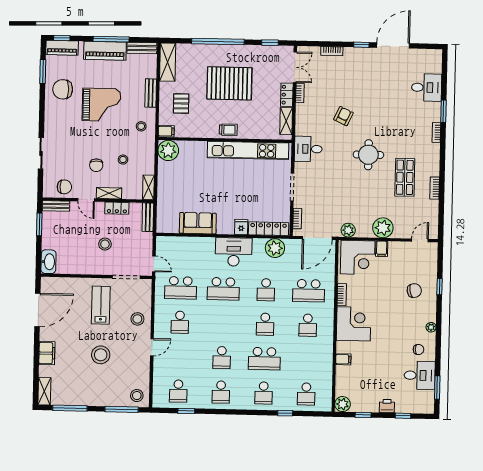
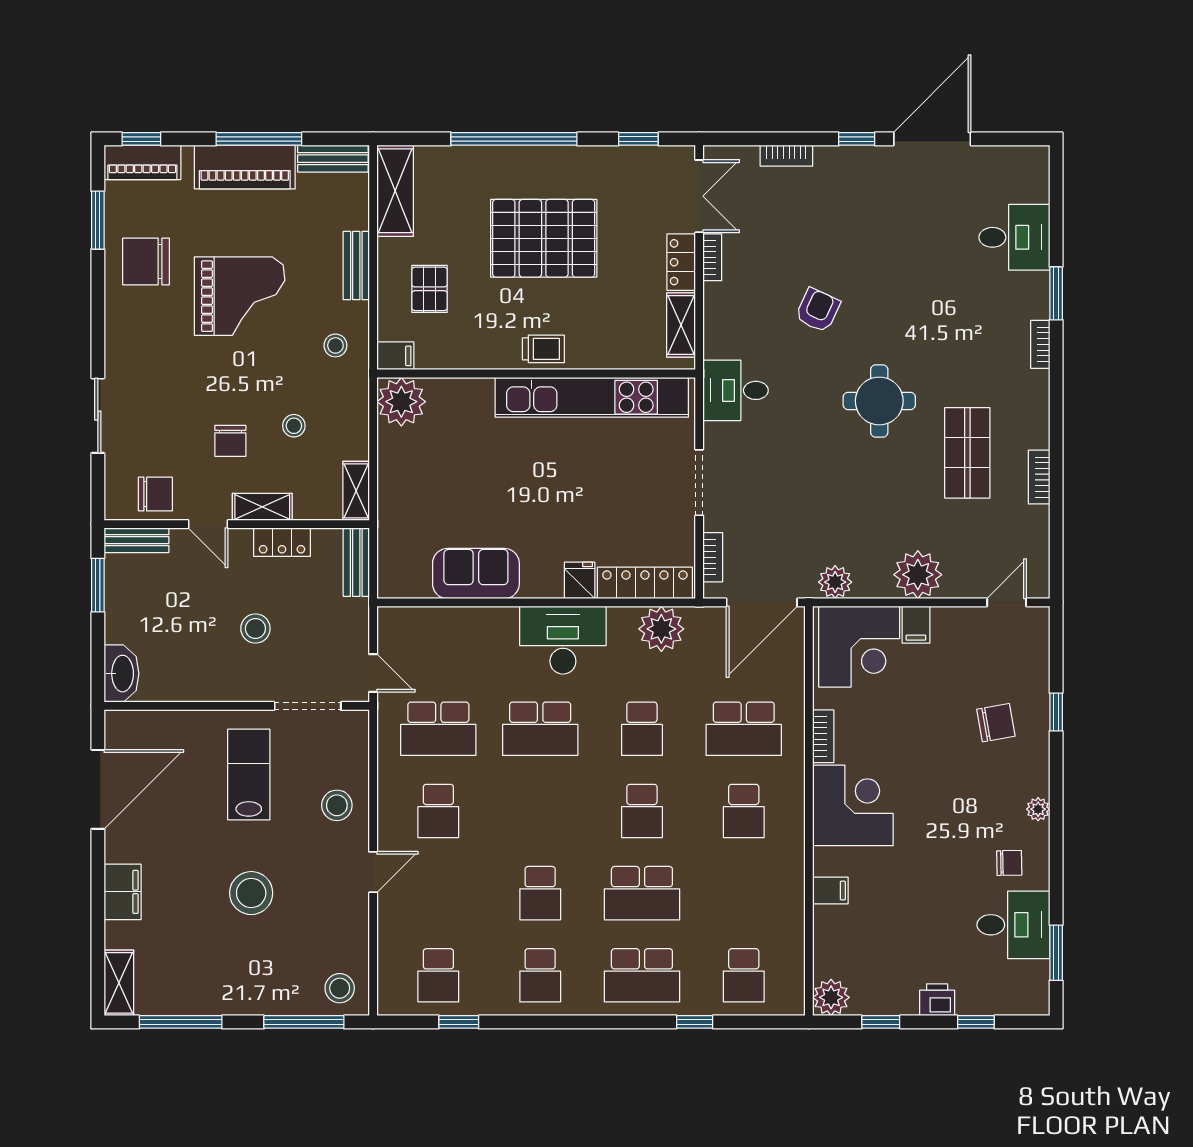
school desk: (264, 393) -> (642, 975), width x1.85

